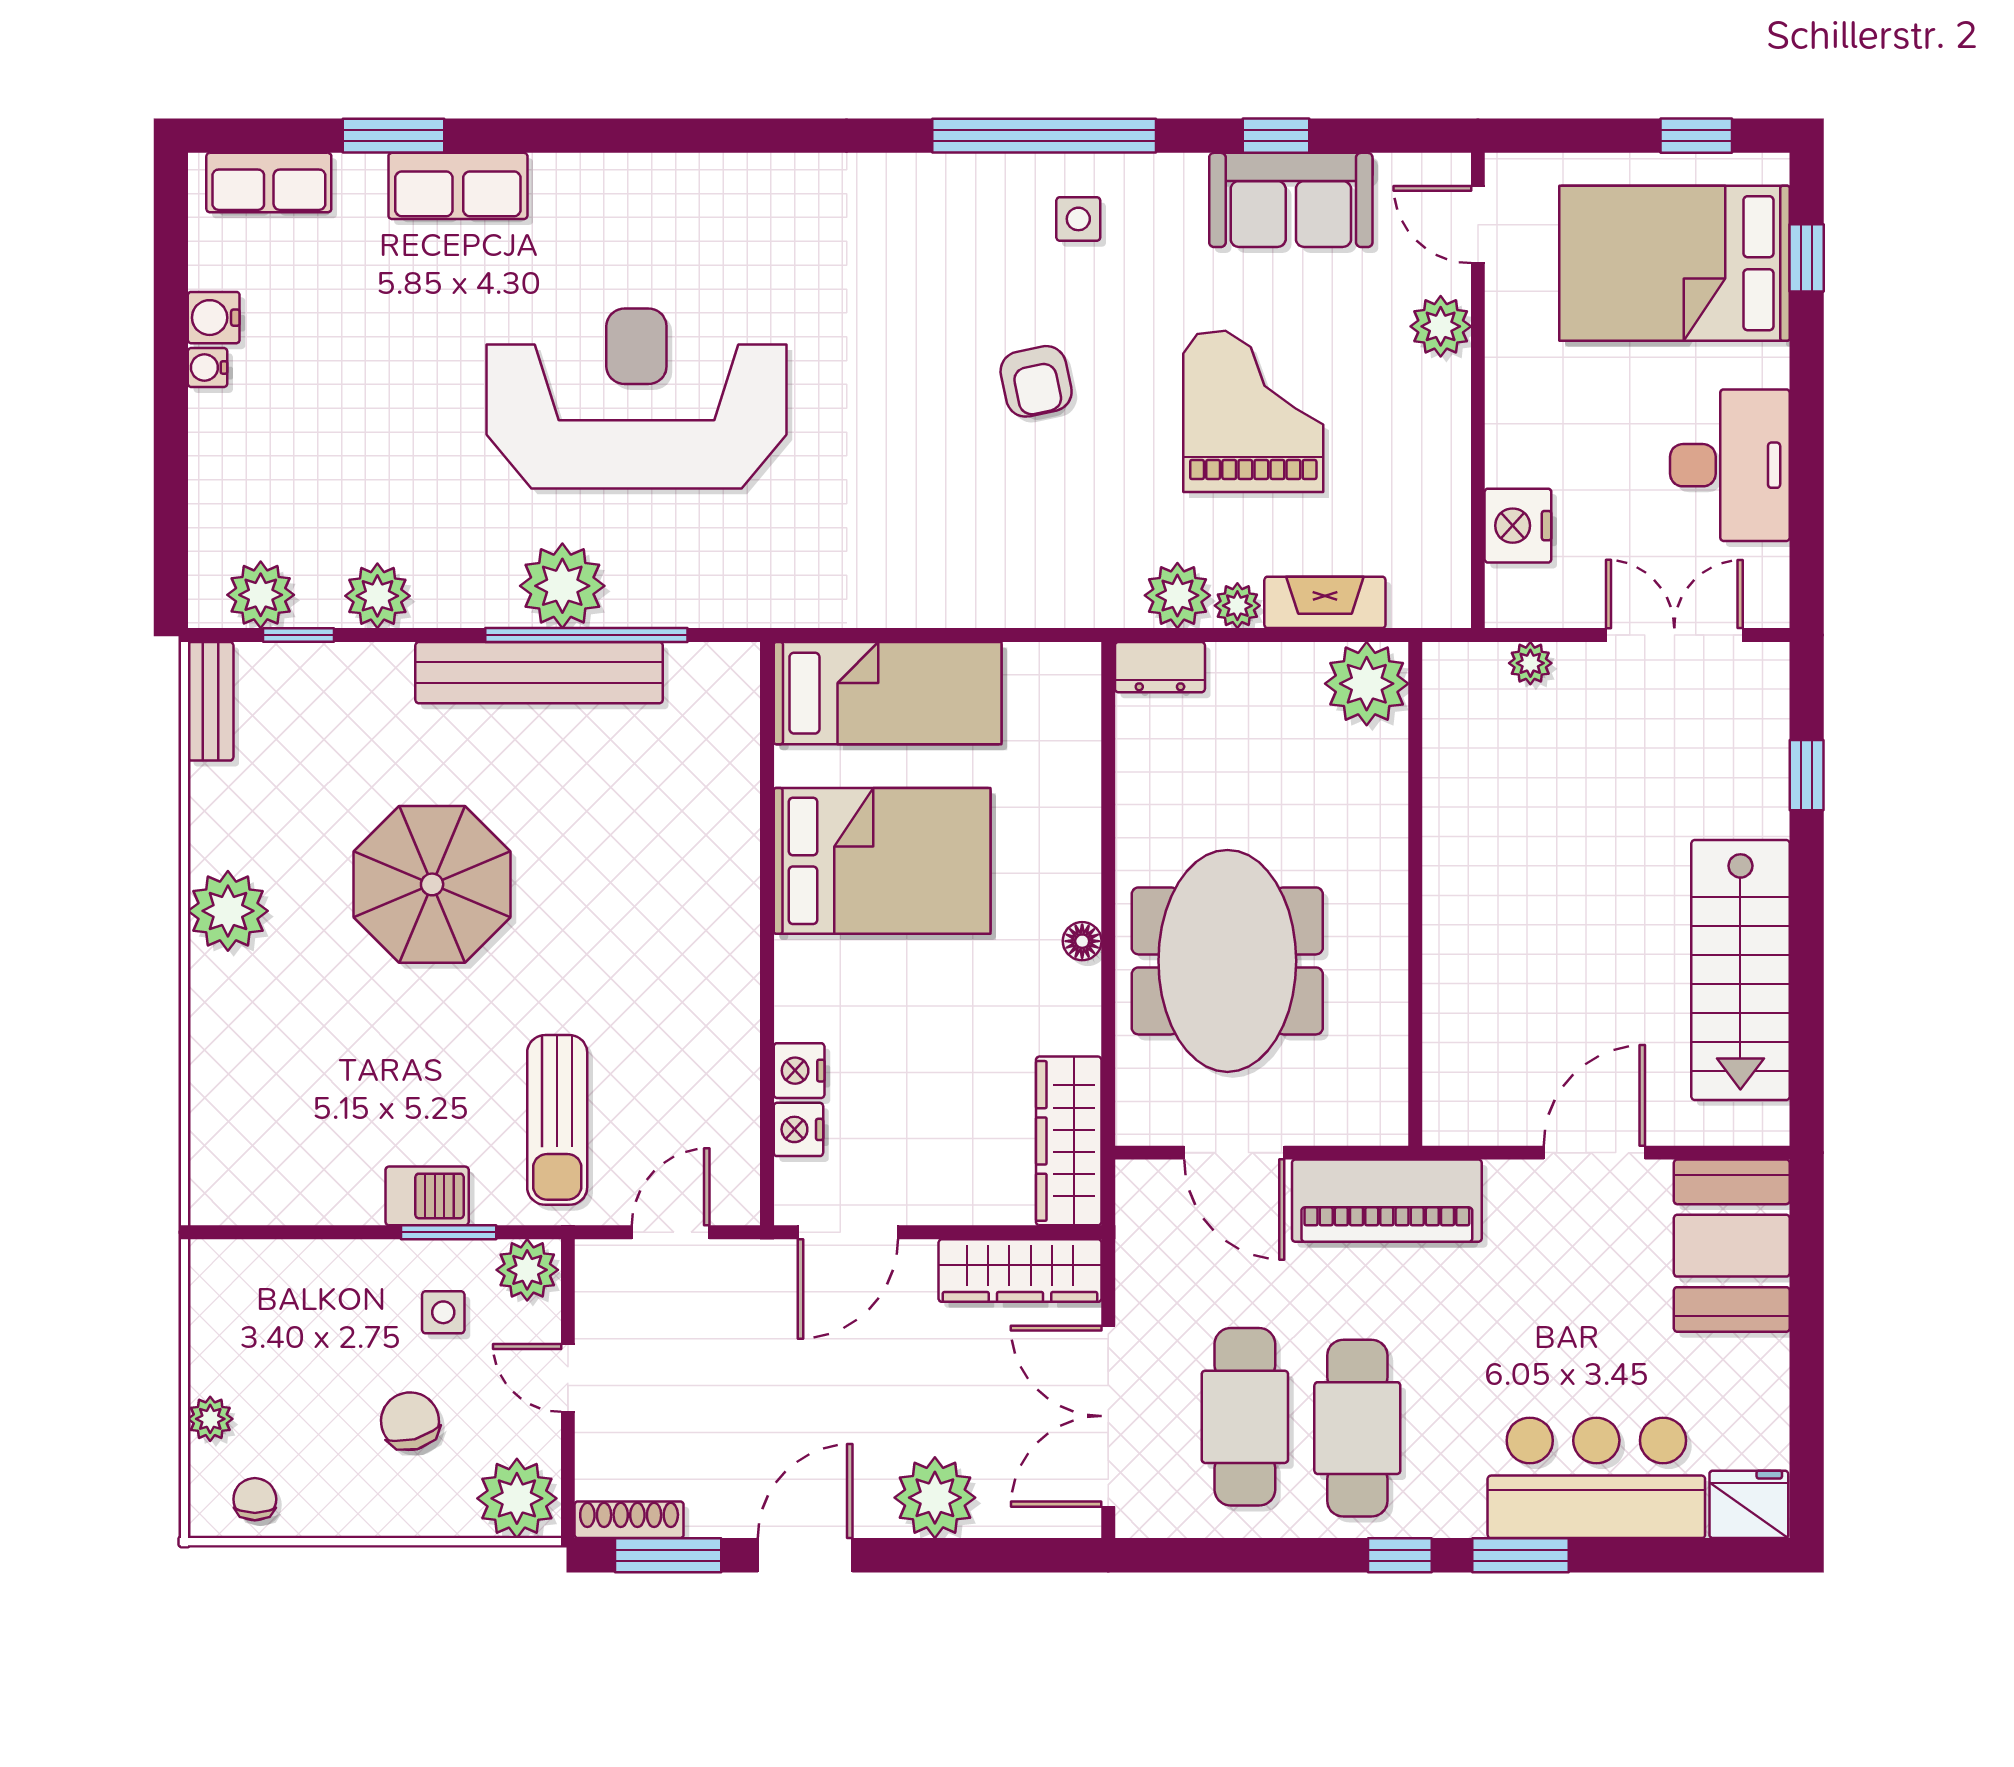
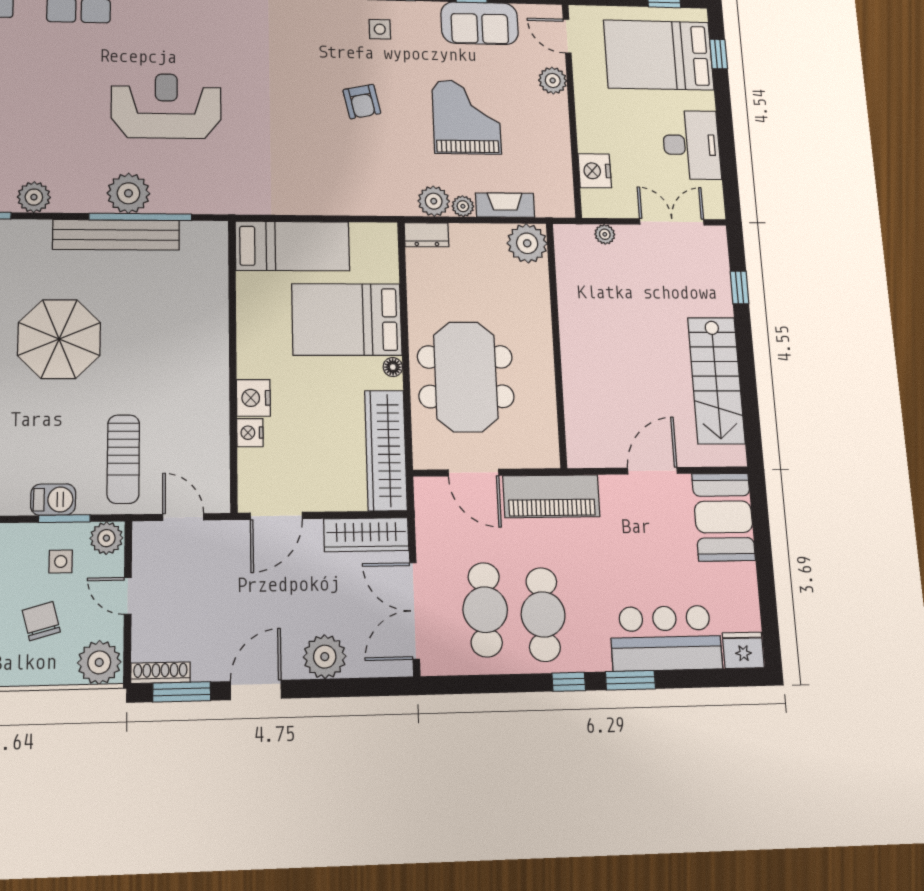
reception desk: (636, 399) -> (166, 106), width x0.74, depth x0.77
bed: (882, 861) -> (347, 319), moved, turned 180
nightstand: (798, 1129) -> (253, 398), moved, width x1.36, depth x1.33
wardrobe: (1069, 1141) -> (386, 450), width x1.40, depth x1.17
door: (671, 1232) -> (183, 517), hinge flipped

